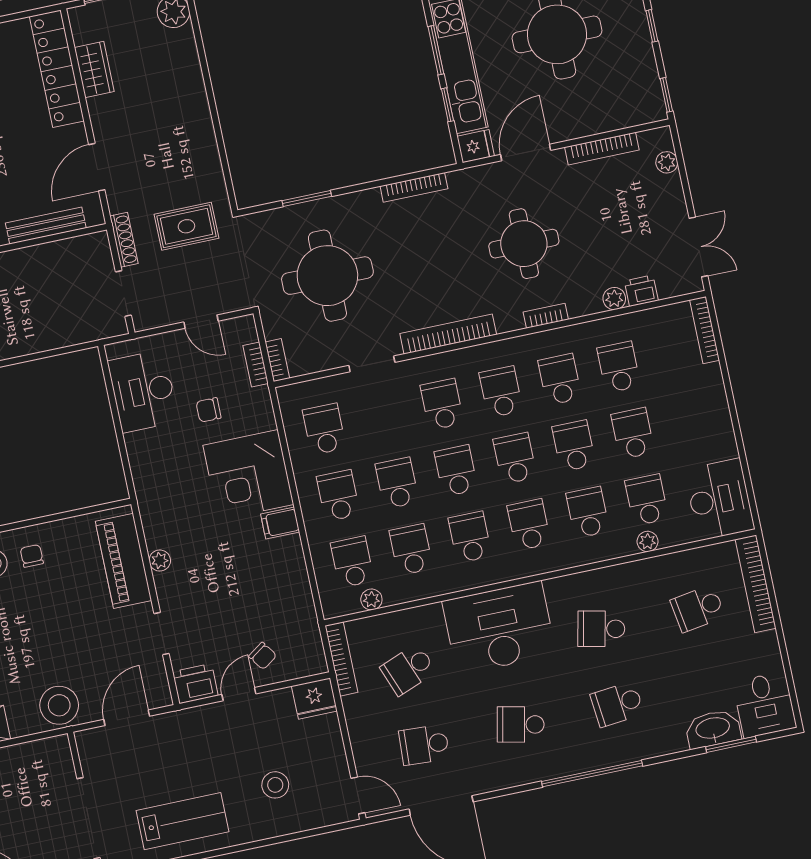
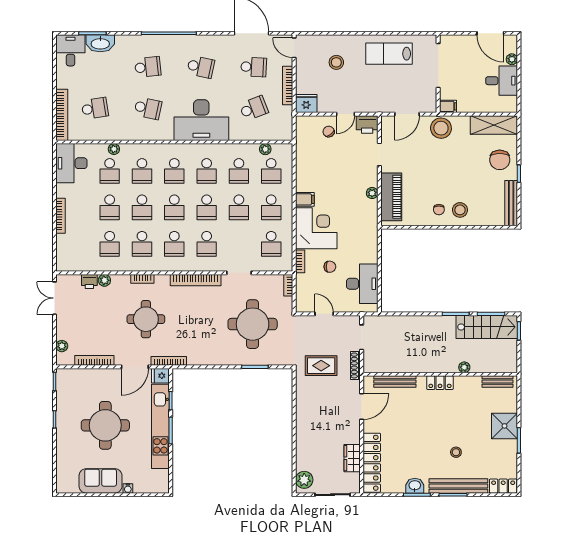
bookcase: (414, 187) -> (169, 361), moved
bookcase: (705, 330) -> (60, 216), moved
bookcase: (256, 364) -> (300, 261), moved
bookcase: (341, 659) -> (288, 86), moved
filing cabinet: (55, 748) -> (448, 106), added

